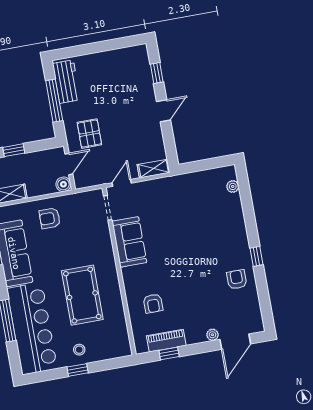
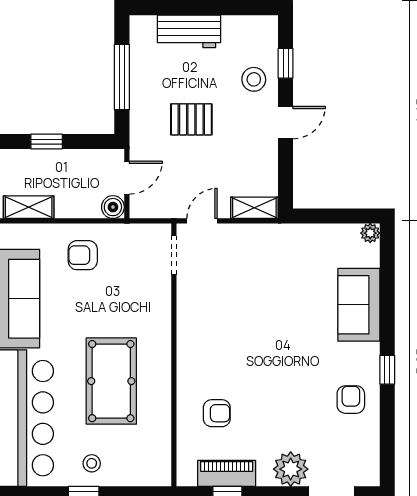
workbench: (66, 82) -> (189, 31), moved, turned 90
stool: (138, 87) -> (254, 79), added
pallet: (89, 134) -> (191, 119), moved, turned 90
plant: (233, 186) -> (370, 233), moved
sofa: (129, 242) -> (359, 305), moved, turned 180
armchair: (153, 303) -> (217, 413), turned -90
plant: (213, 335) -> (291, 469), width x1.88, depth x1.88

